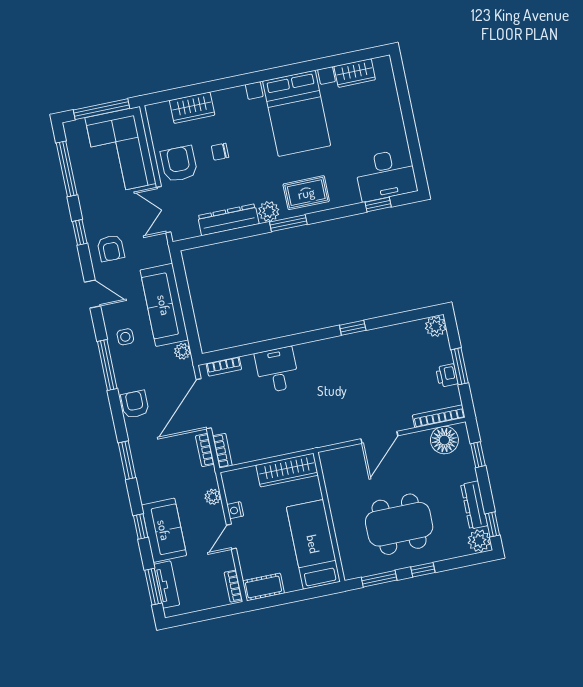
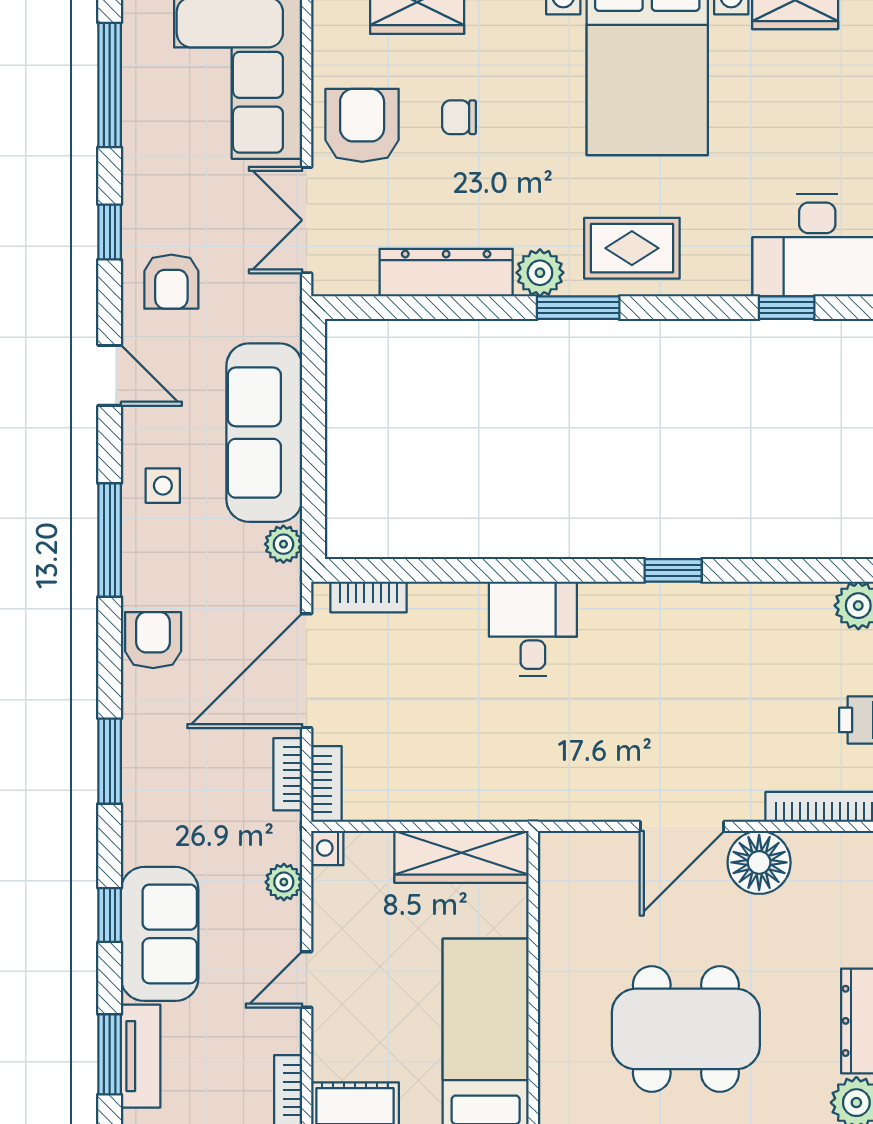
desk: (277, 370) -> (533, 629), moved
floor lamp: (444, 440) -> (759, 862), moved
nightstand: (235, 510) -> (327, 848), moved

